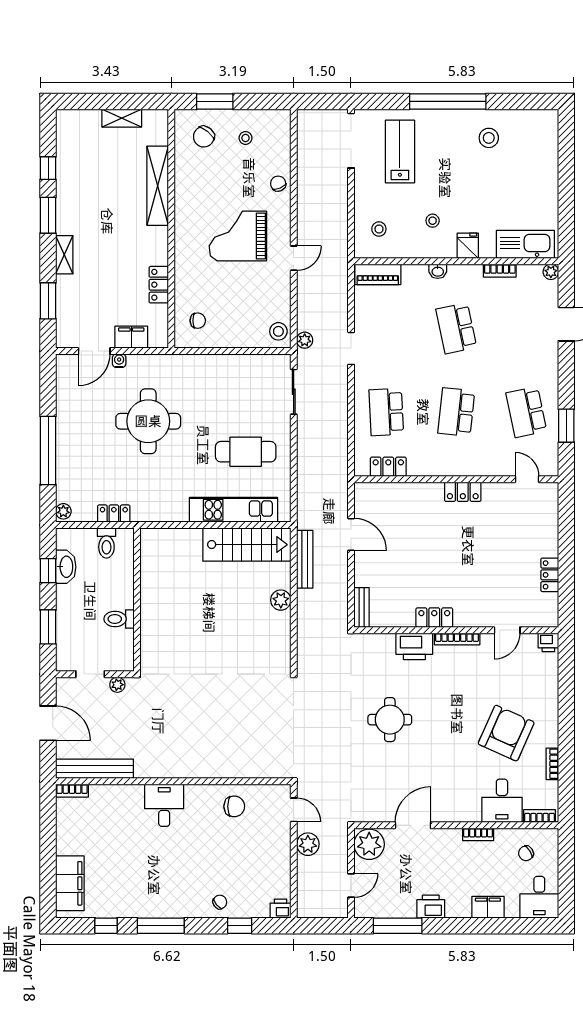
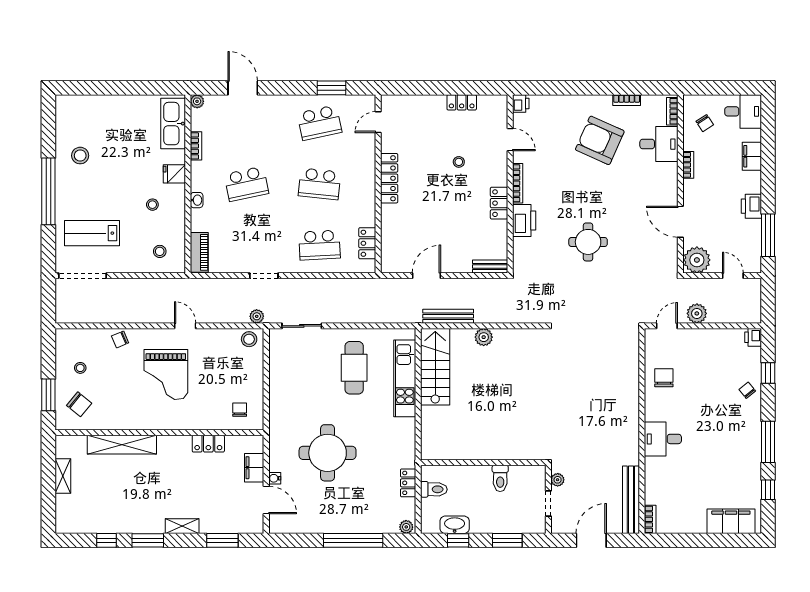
locker: (463, 492) -> (389, 178), width x1.53
stool: (481, 572) -> (459, 162), added

